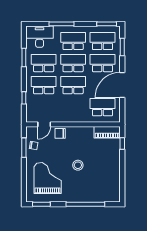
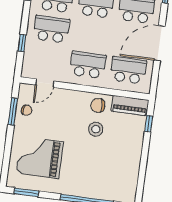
school desk: (73, 85) -> (88, 65), moved
chair: (60, 133) -> (98, 105), moved
stool: (78, 165) -> (96, 129), moved
grand piano: (48, 178) -> (40, 157), turned -90

